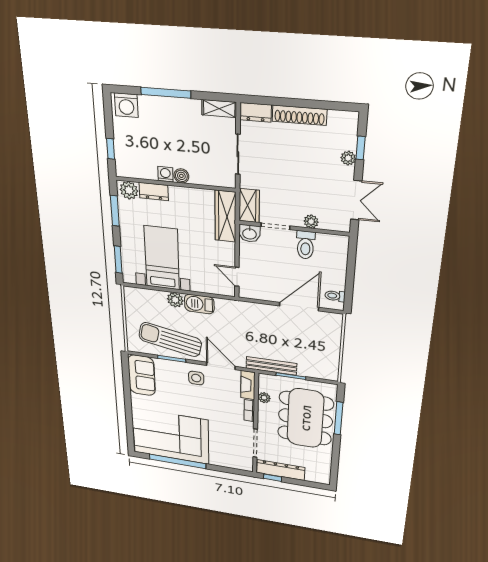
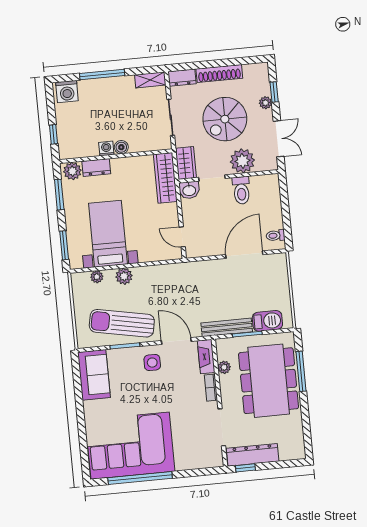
spiral stairs: (298, 168) -> (225, 119), added
plant: (311, 222) -> (242, 161), width x1.87, depth x1.87
plant: (149, 294) -> (97, 277), added
barbecue: (199, 304) -> (267, 321), moved, turned 180

